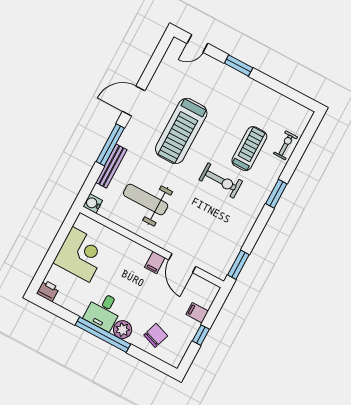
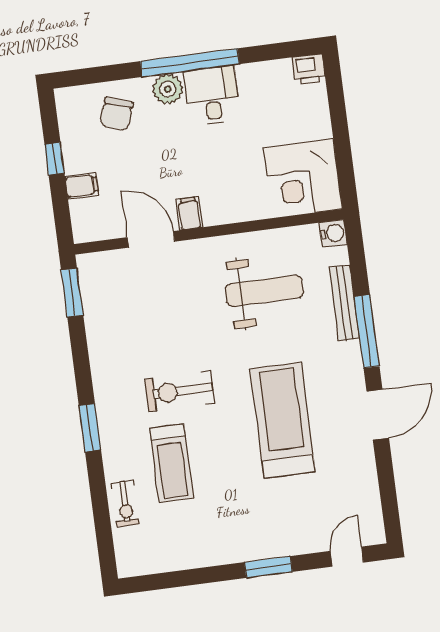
corner desk: (81, 254) -> (303, 178), moved

